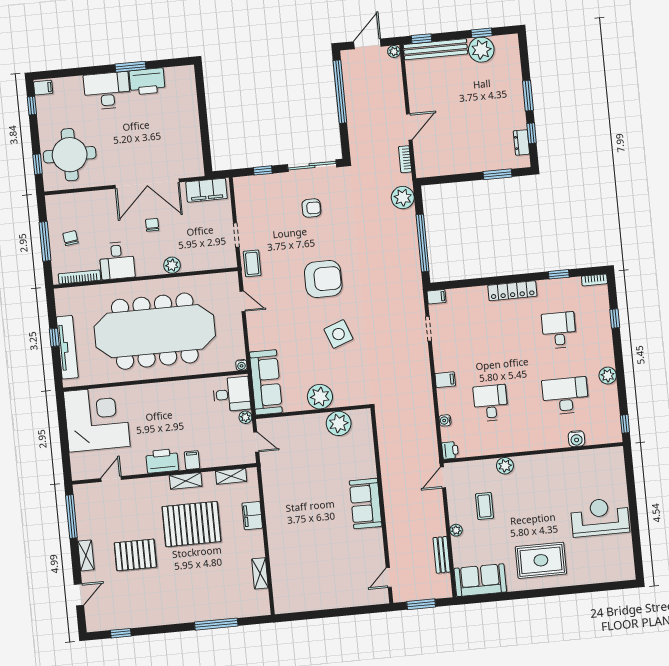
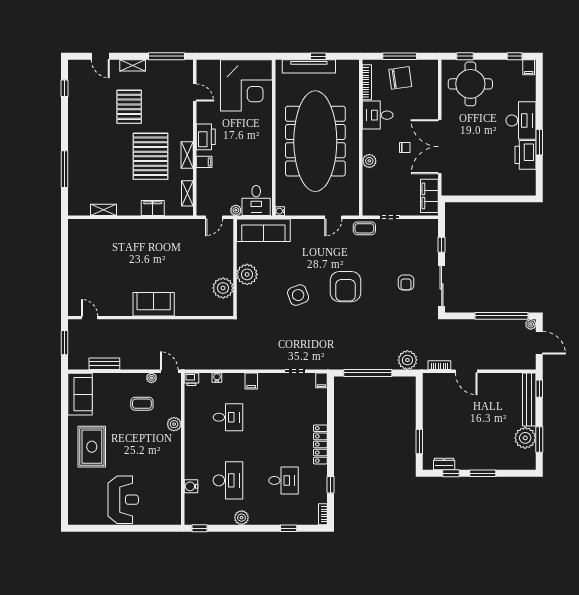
window: (482, 33) -> (539, 440), width x1.50
plant: (394, 51) -> (531, 324), moved
chair: (70, 238) -> (400, 78), width x1.87, depth x1.87
plant: (456, 530) -> (152, 378), moved

